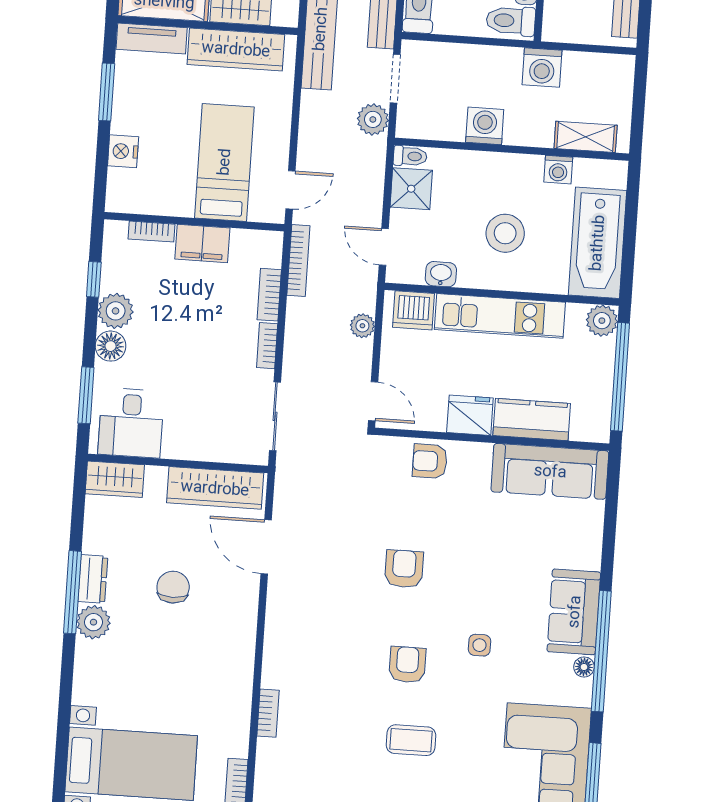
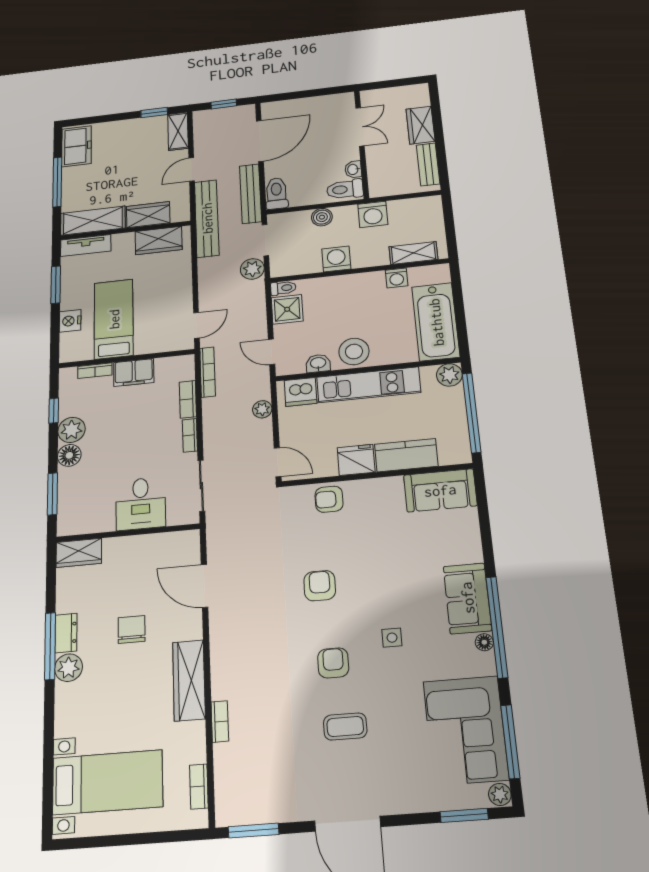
wardrobe: (236, 49) -> (159, 240), width x0.67
boiler: (474, 58) -> (322, 217), added
bed: (224, 162) -> (114, 319), moved
stool: (505, 233) -> (354, 352), moved
desk: (131, 423) -> (141, 504), moved
sofa: (550, 471) -> (440, 490), width x0.73
wardrobe: (215, 488) -> (189, 680), moved, turned 90

